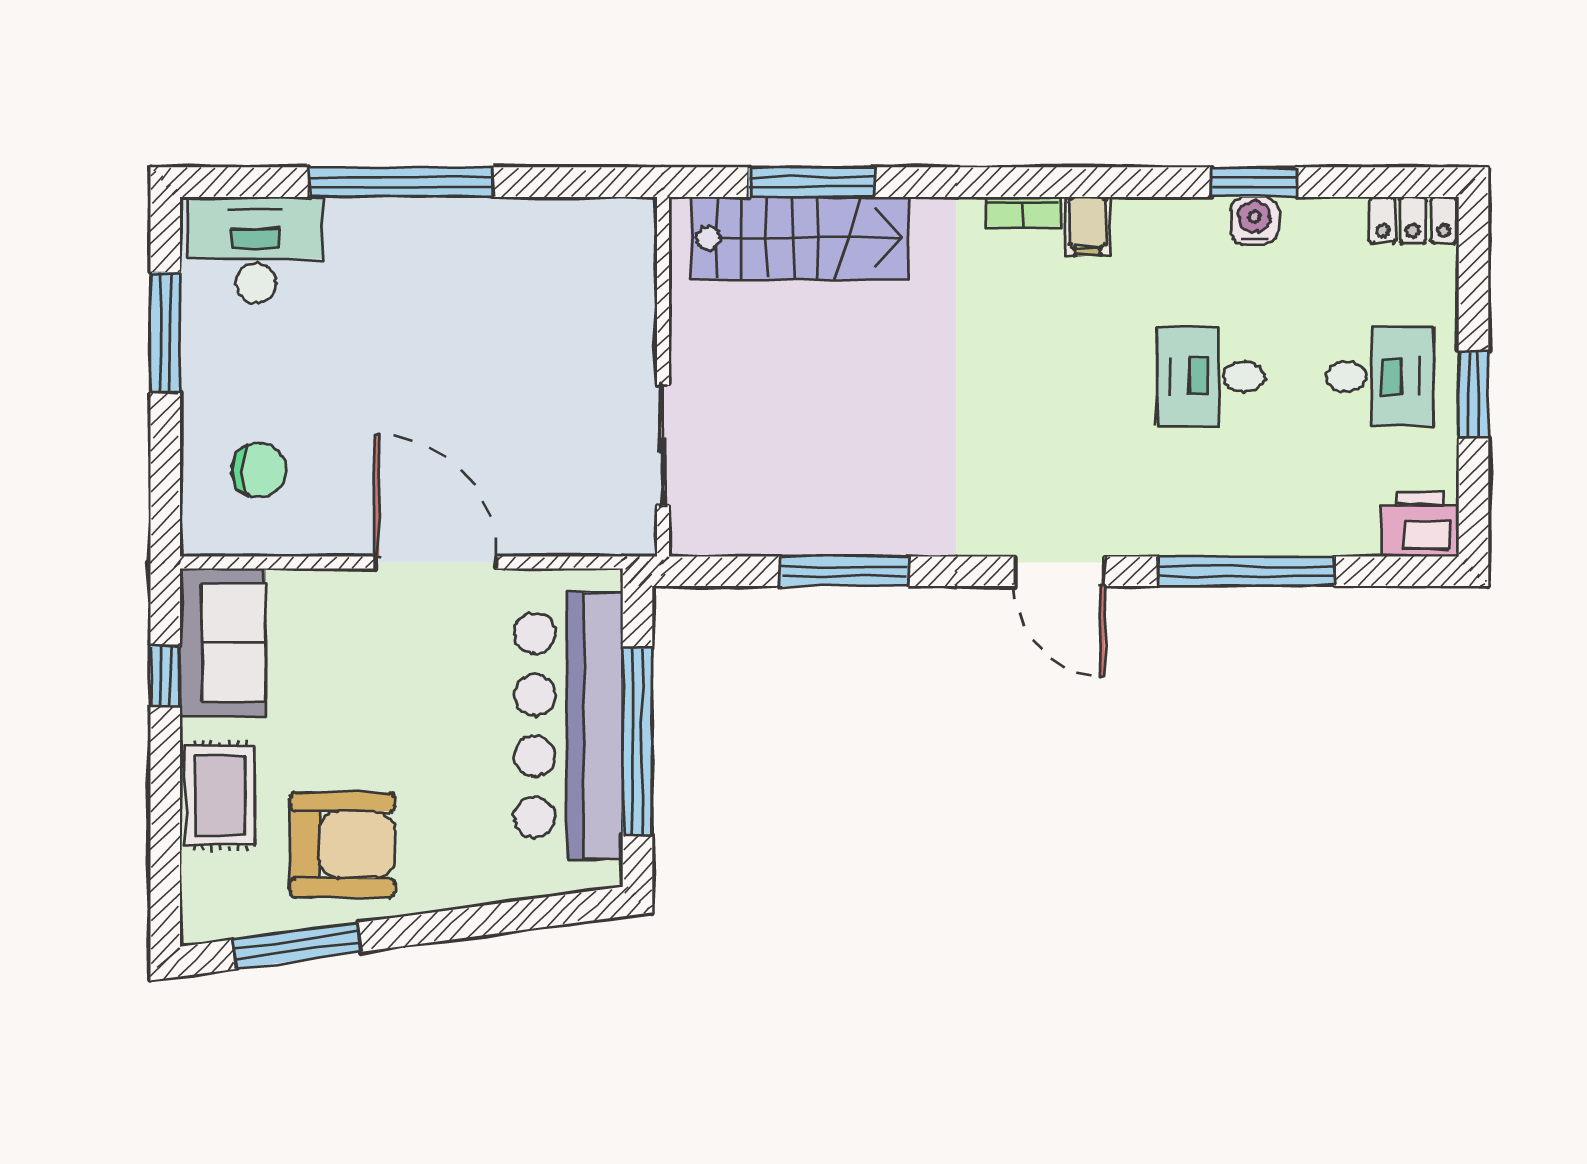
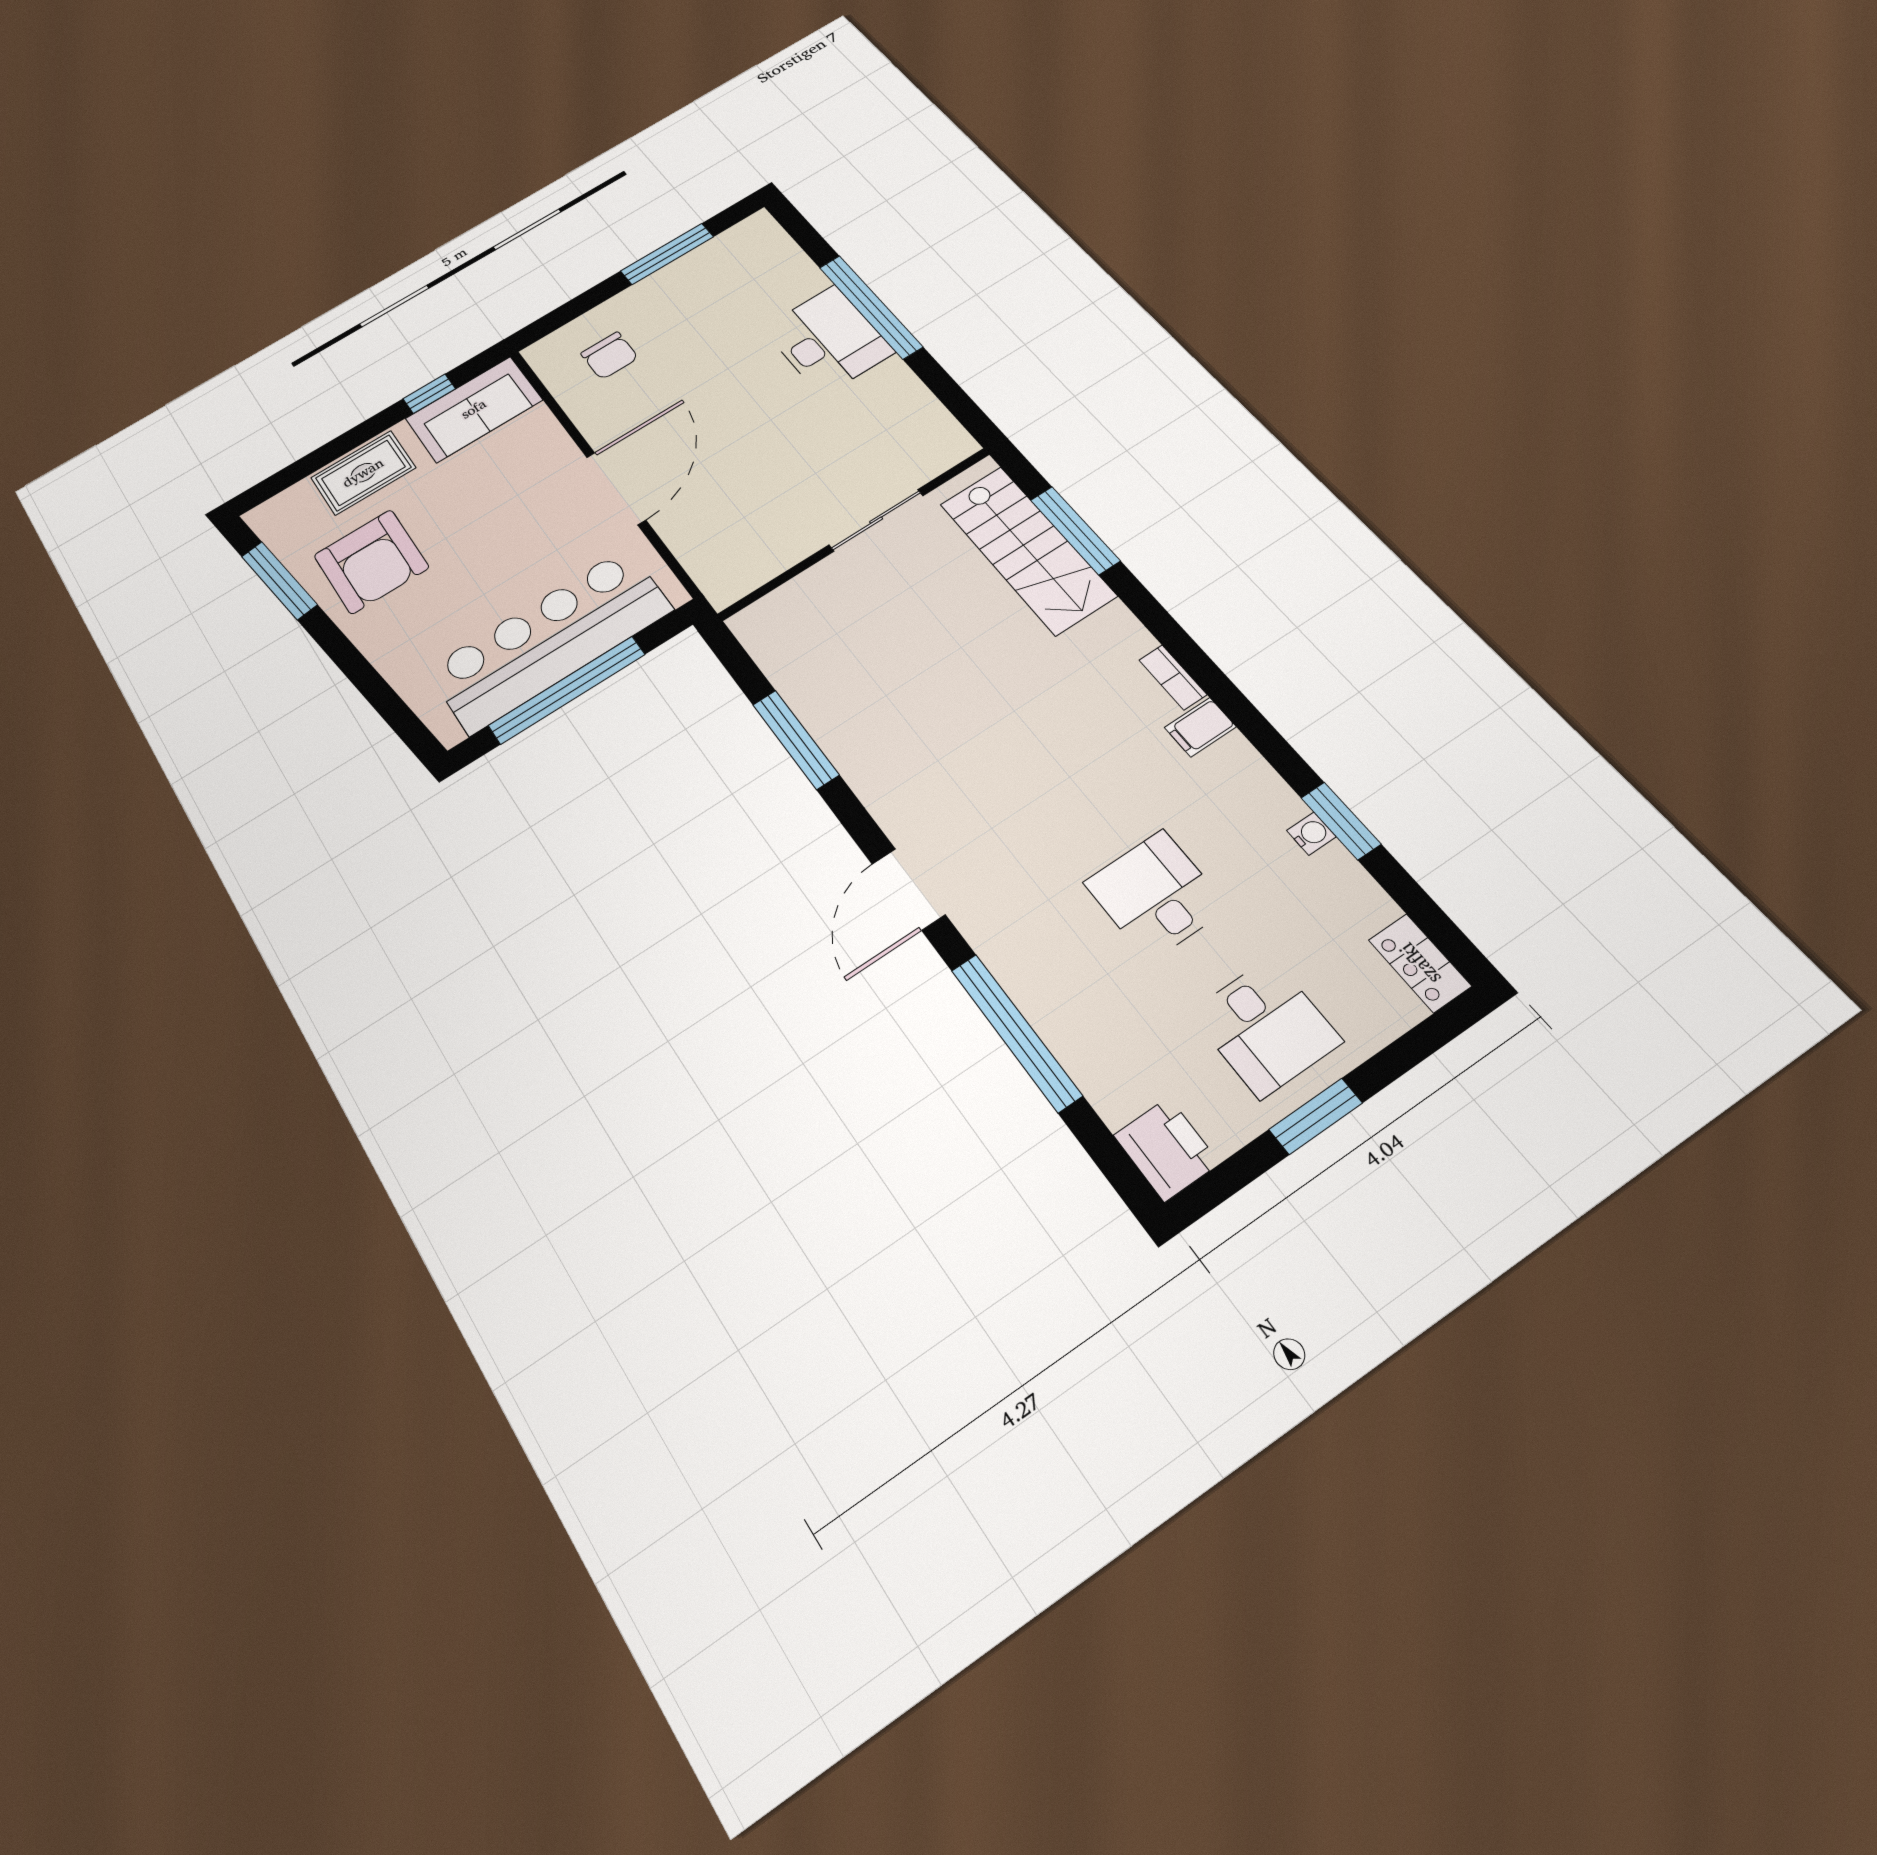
water cooler: (1254, 220) -> (1311, 834), width x0.72, depth x0.72
desk: (256, 250) -> (828, 340), moved
sliding door: (663, 445) -> (876, 520), moved

